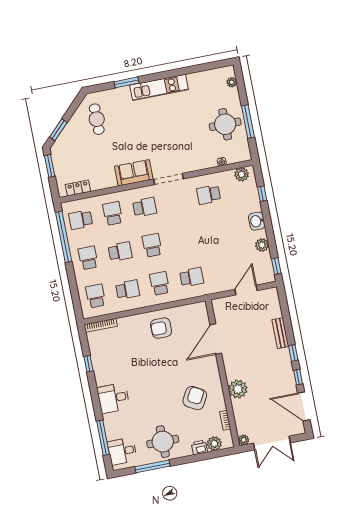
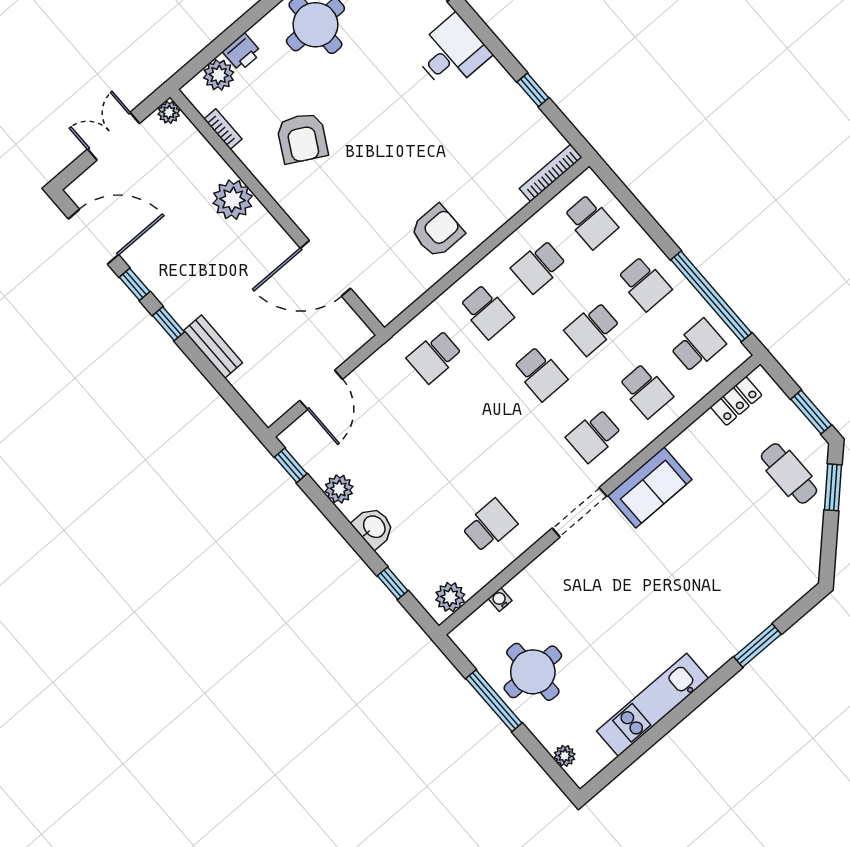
kitchen unit: (159, 87) -> (653, 705), moved
cafe table: (97, 119) -> (789, 473), moved
door: (216, 339) -> (325, 268), swing flipped
double door: (272, 443) -> (114, 136), width x0.73

